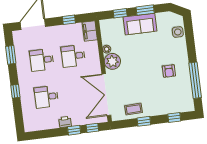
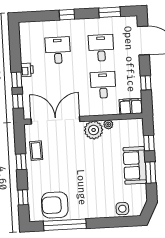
armchair: (169, 71) -> (55, 205), moved, width x1.88, depth x1.88

